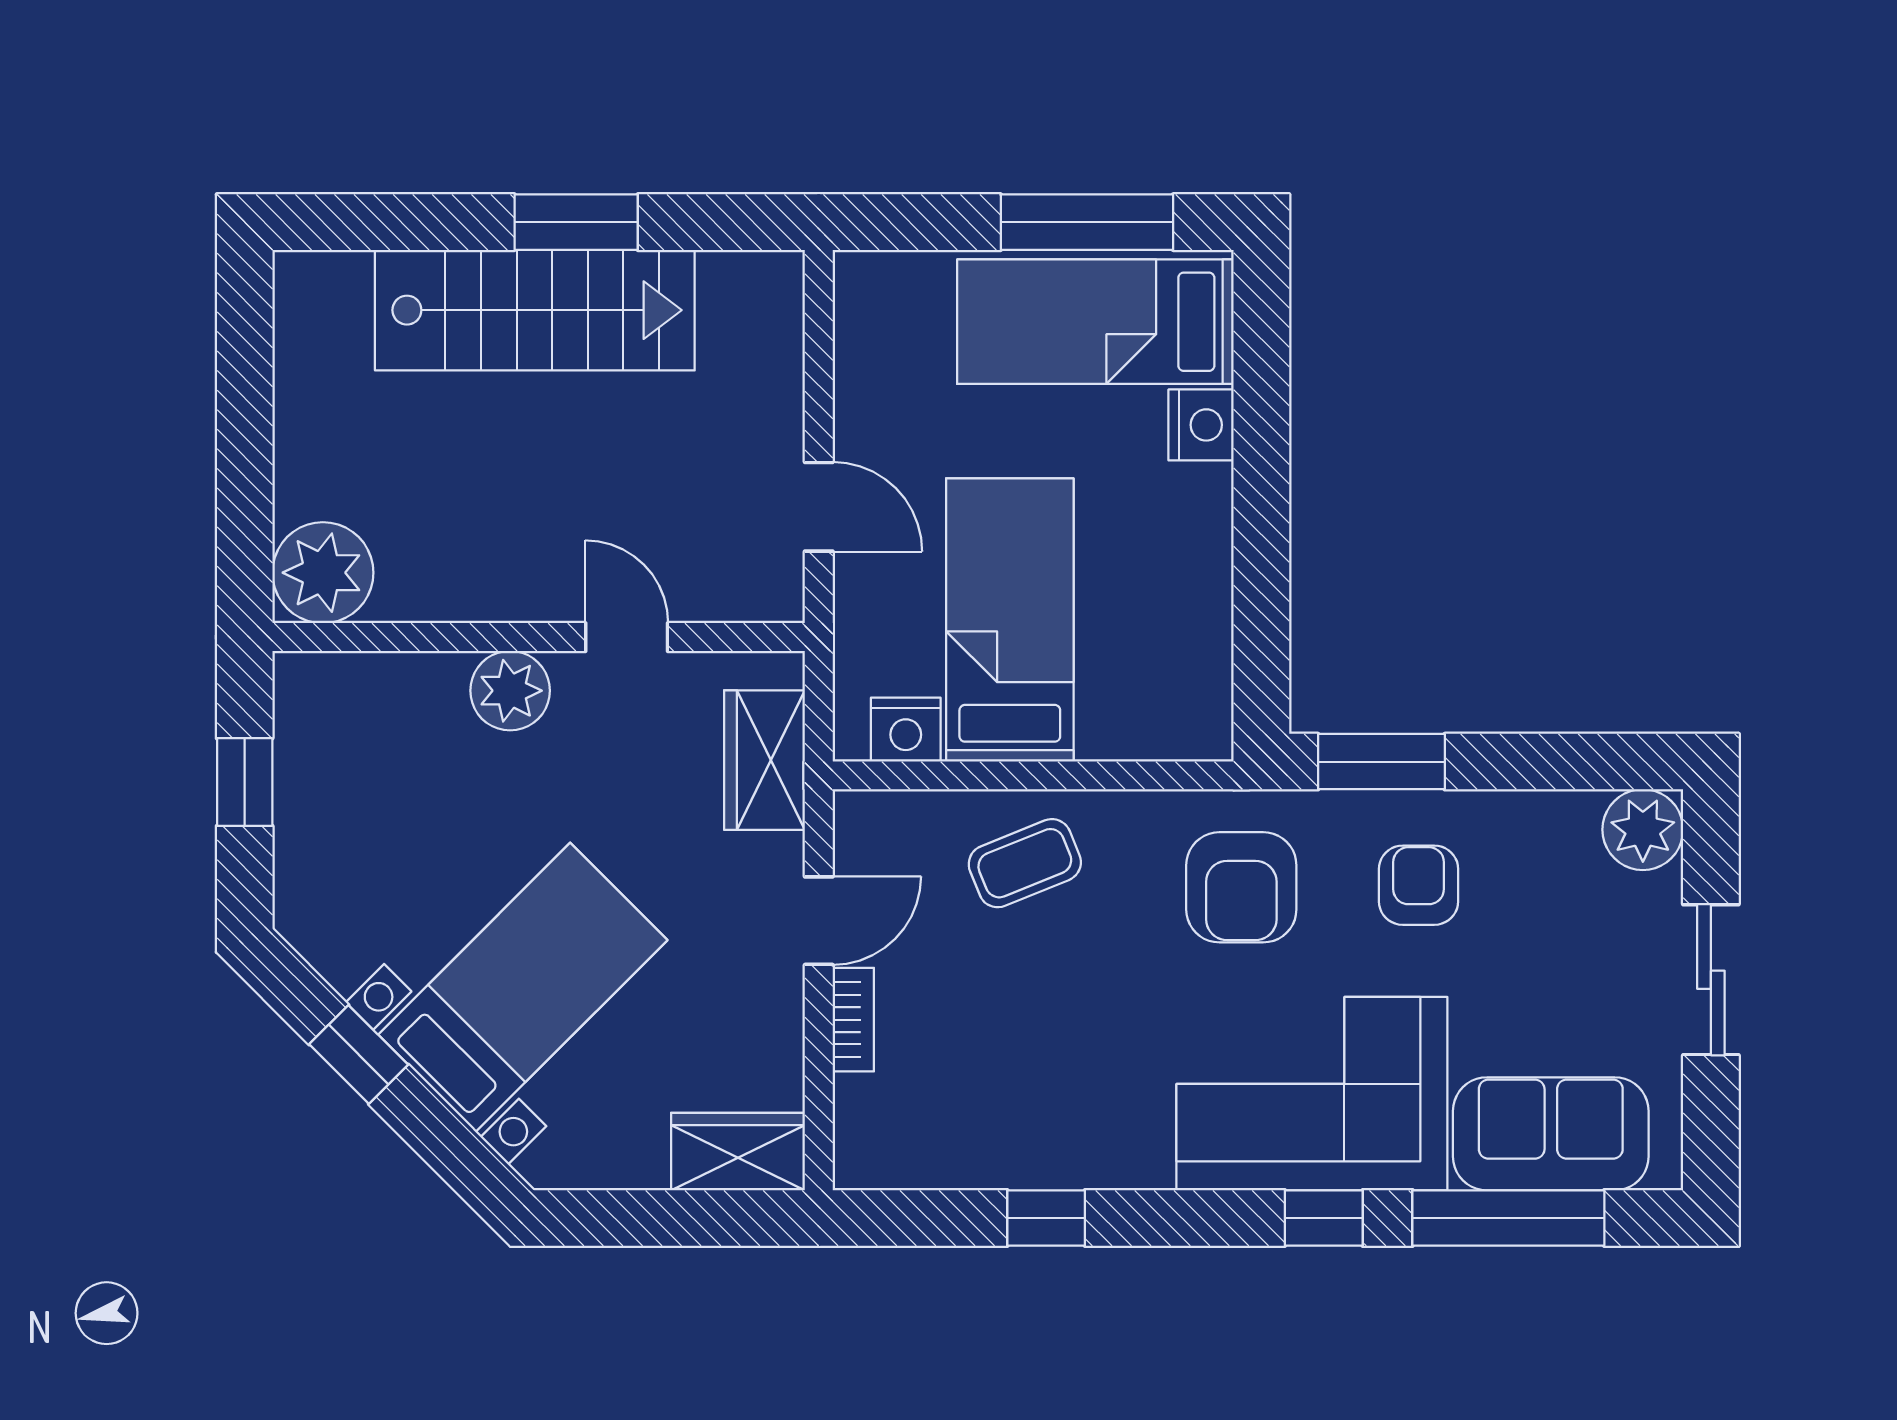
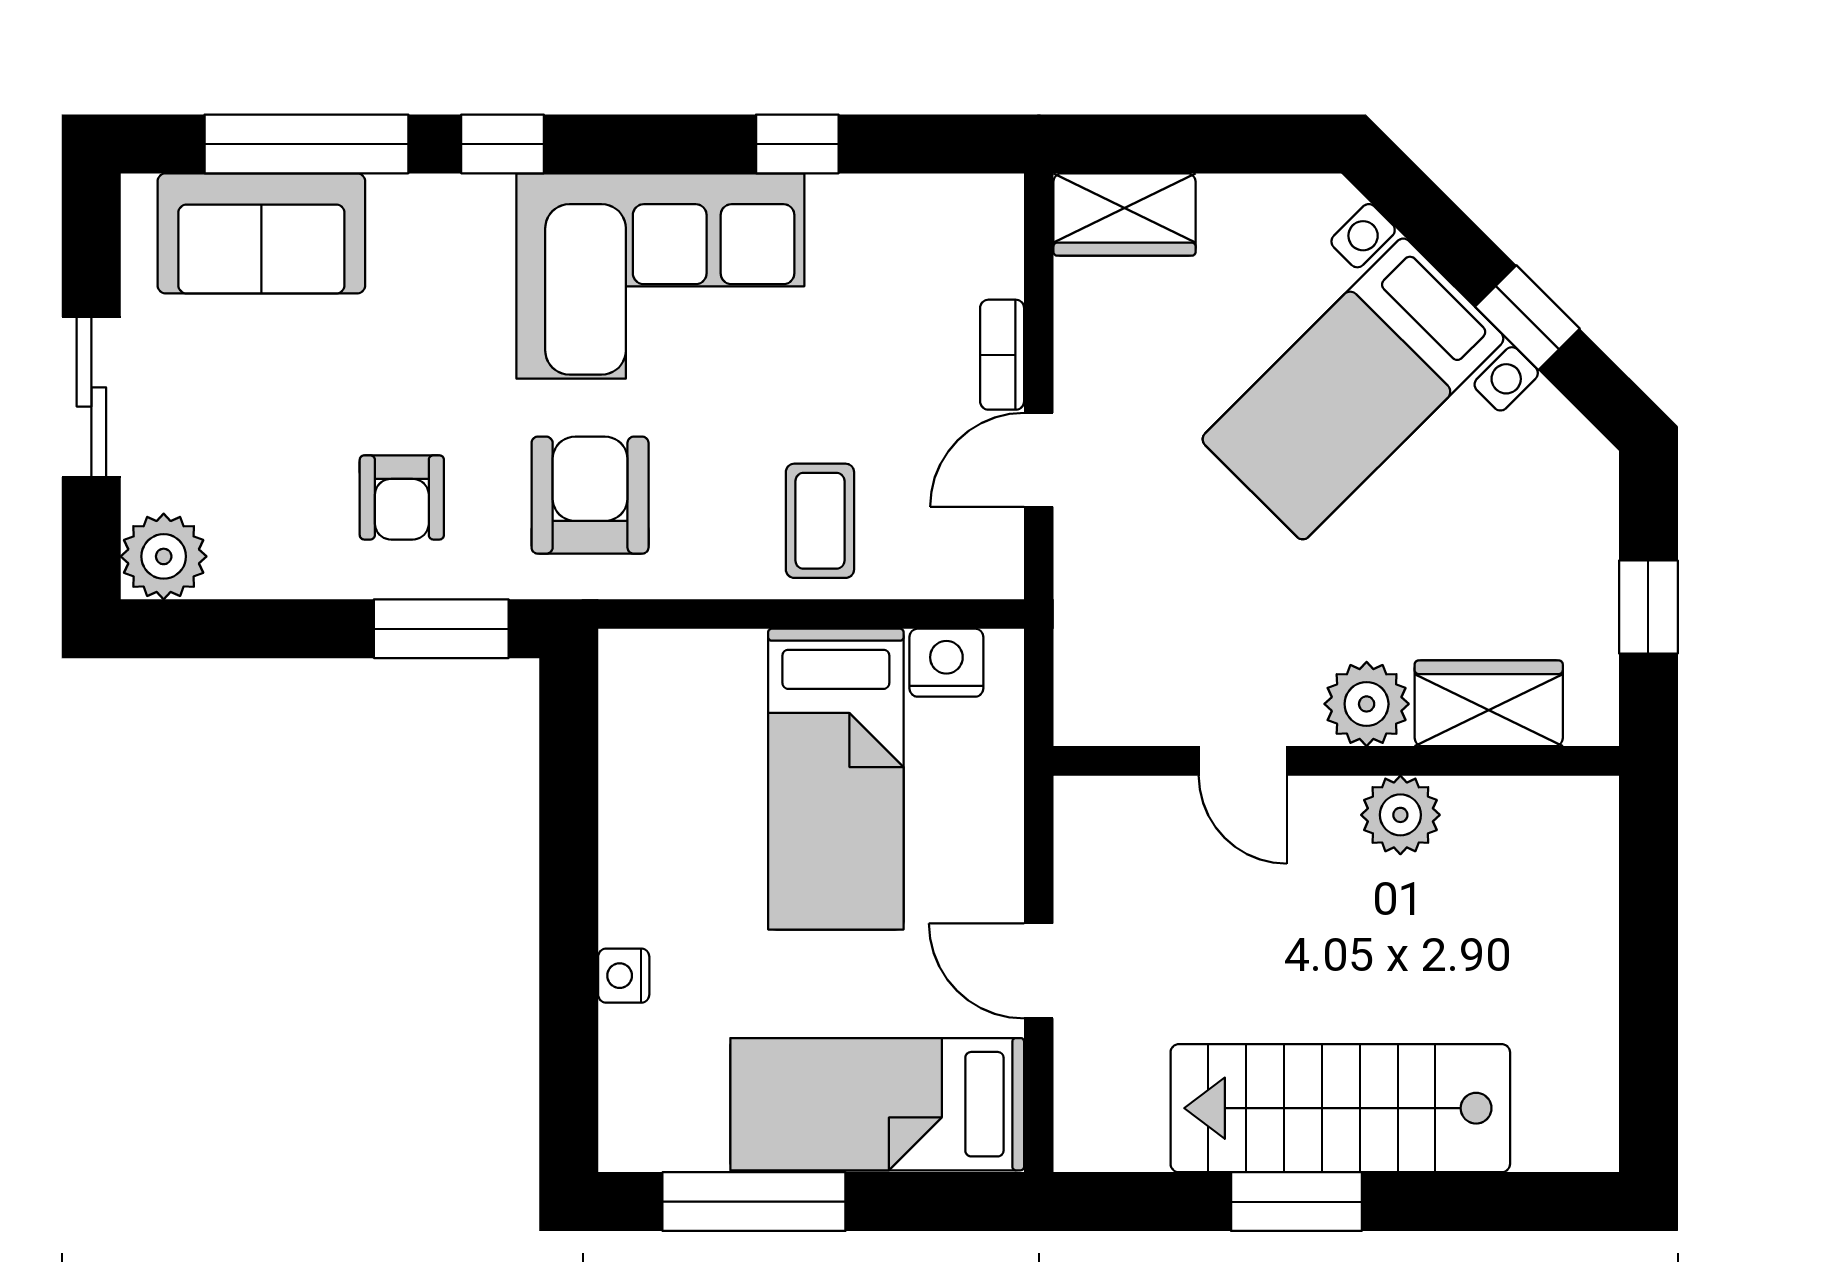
bed: (1095, 322) -> (877, 1104), moved, turned 180
nightstand: (1201, 425) -> (624, 976), width x0.72, depth x0.74
door: (819, 507) -> (1039, 971), moved
plant: (323, 573) -> (1400, 815), moved, width x0.73, depth x0.73
wardrobe: (764, 760) -> (1489, 703), moved, turned -90
coffee table: (1025, 863) -> (820, 521), turned -68
corner sofa: (1312, 1094) -> (660, 276), moved

